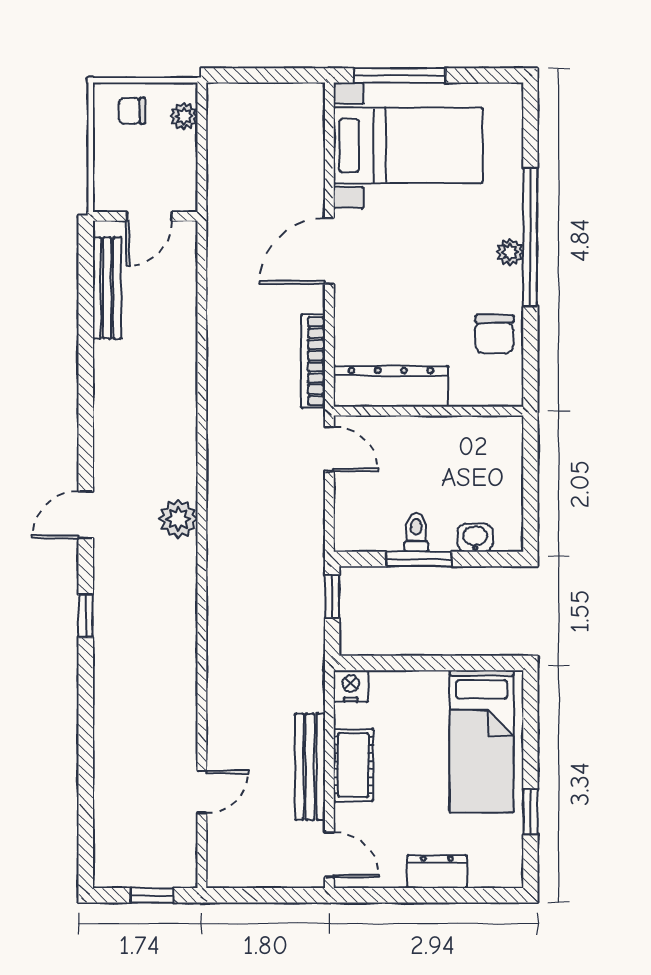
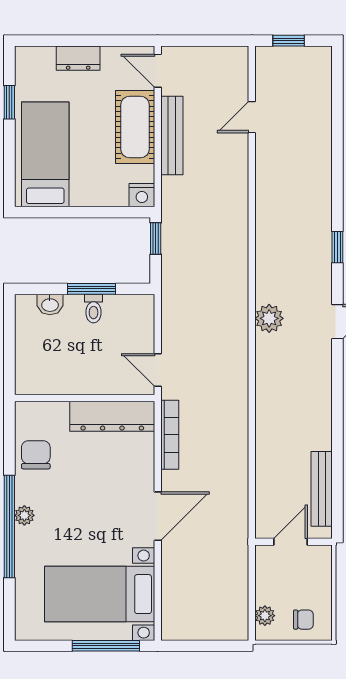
window: (332, 597) -> (156, 239), moved
cot: (353, 765) -> (135, 127), width x1.37, depth x1.34

